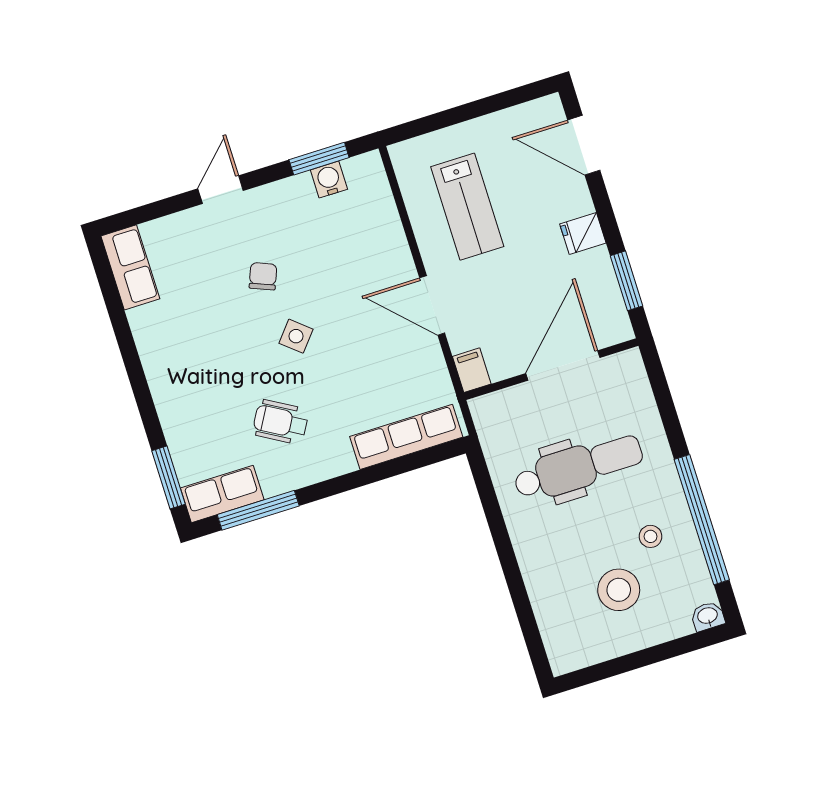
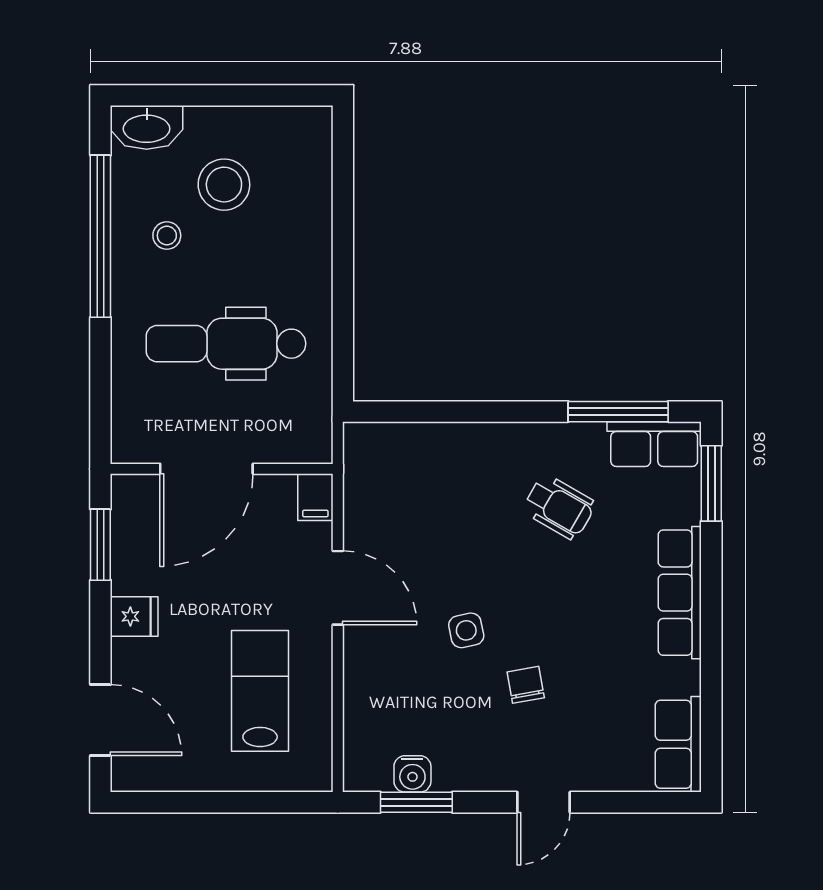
chair: (263, 276) -> (526, 685), turned 148
side table: (296, 336) -> (466, 630), moved, turned 38
row of seats: (406, 437) -> (680, 593), moved, turned 90
washbasin: (708, 616) -> (147, 127), width x1.91, depth x1.45

